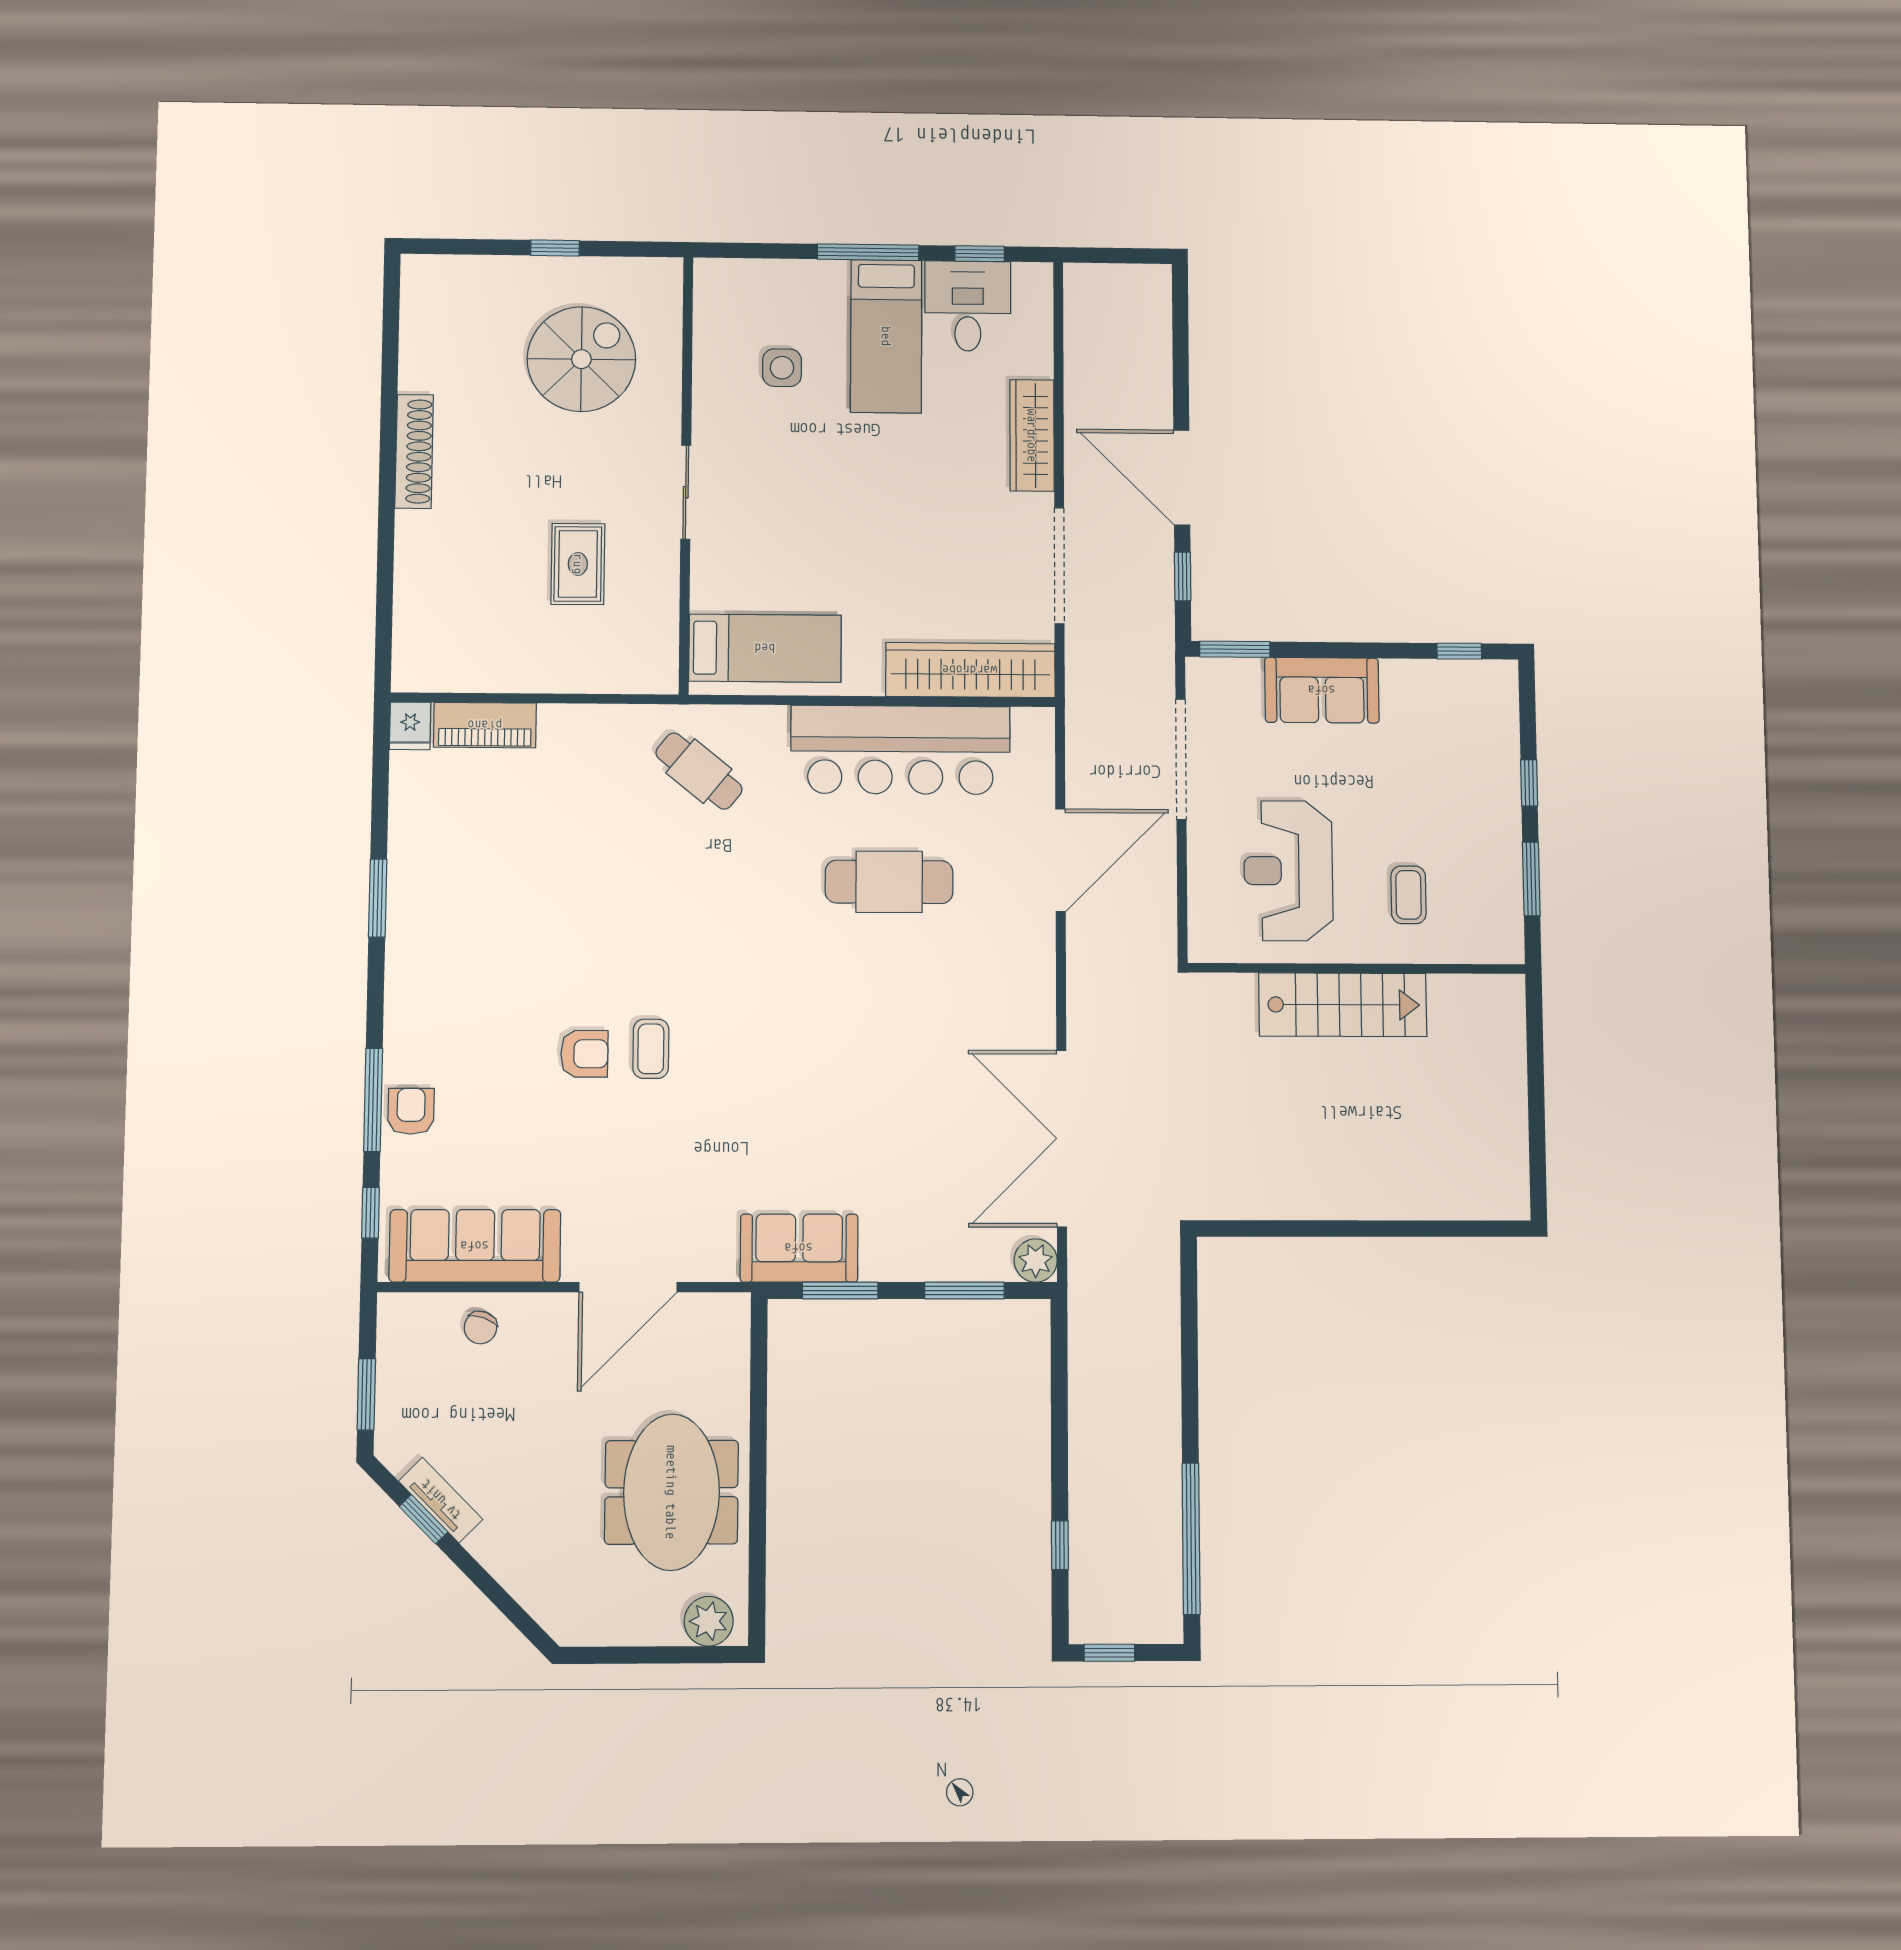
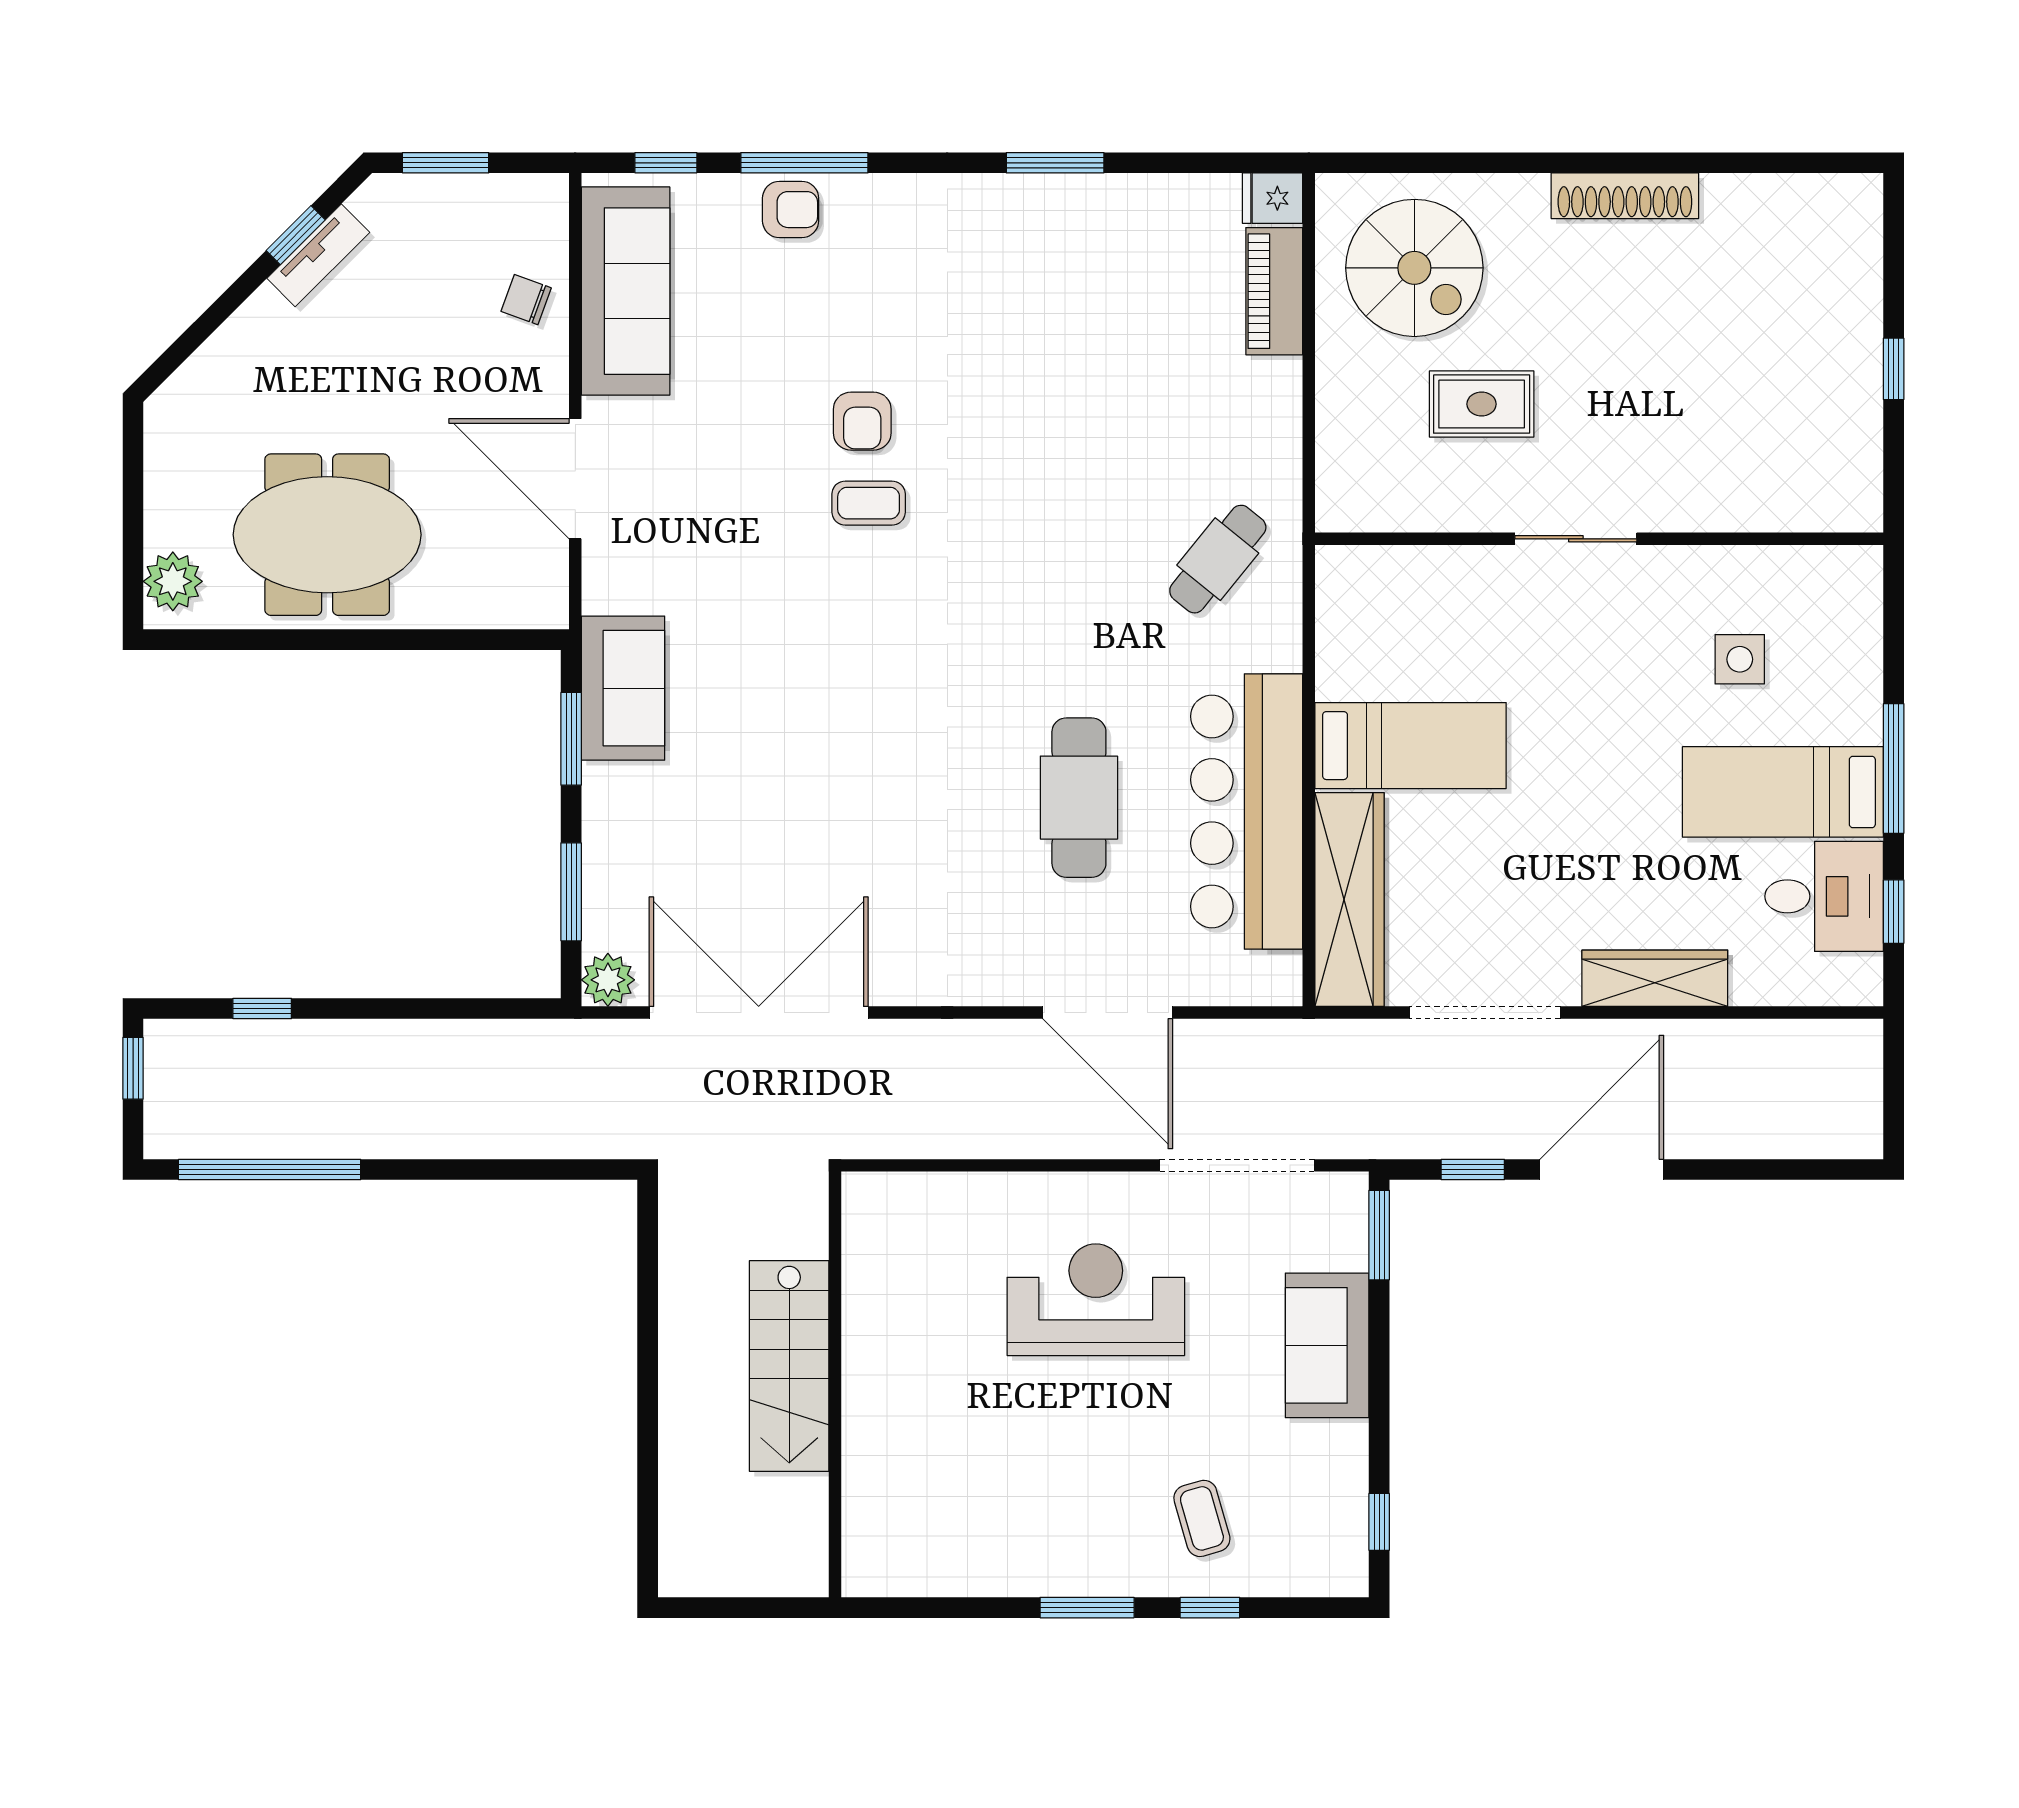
spiral stairs: (581, 359) -> (1414, 268), moved
bed: (765, 648) -> (1411, 746), moved, turned -90
coffee table: (1408, 895) -> (1202, 1518), moved, turned 74
wall: (1357, 968) -> (835, 1384), moved
stairs: (1343, 1005) -> (789, 1366), moved

